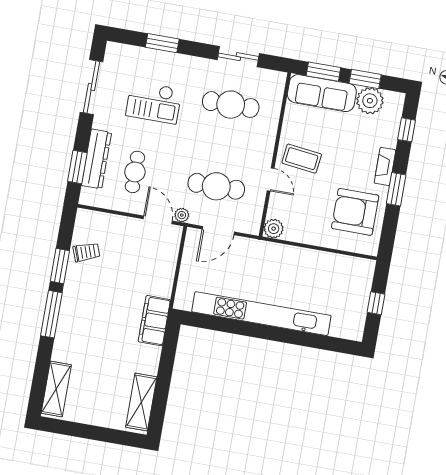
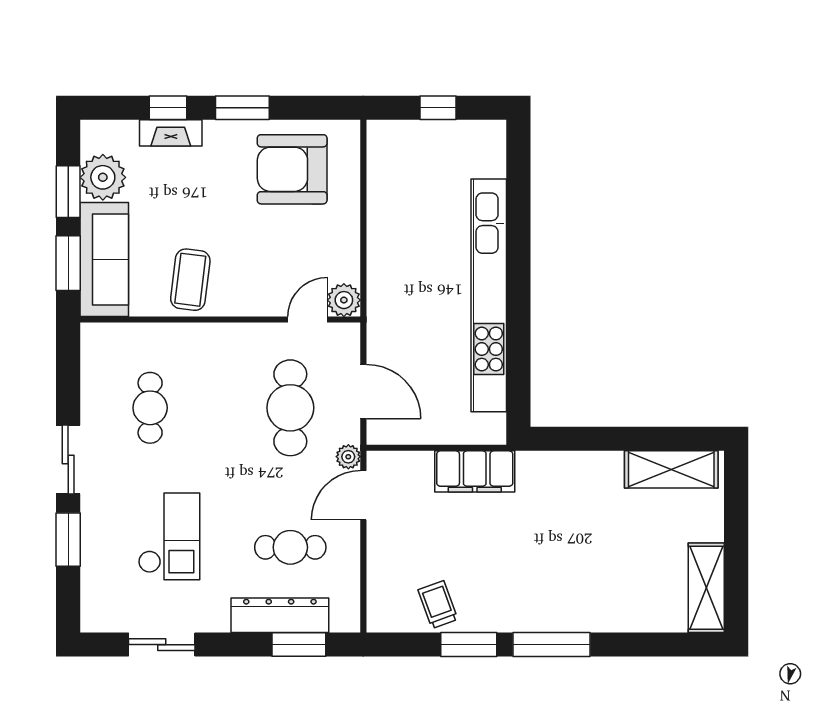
sliding door: (238, 57) -> (68, 460), moved
sliding door: (91, 87) -> (162, 645), width x0.73
cafe table: (231, 105) -> (150, 408), width x0.73, depth x0.74
window: (407, 130) -> (168, 108), moved
coffee table: (302, 159) -> (190, 280), moved
fireplace: (385, 166) -> (171, 133), moved
door: (271, 179) -> (308, 319), moved
armchair: (355, 212) -> (292, 169), turned 90
filing cabinet: (154, 321) -> (475, 471), moved
shelving: (56, 389) -> (706, 588), moved, turned 90

